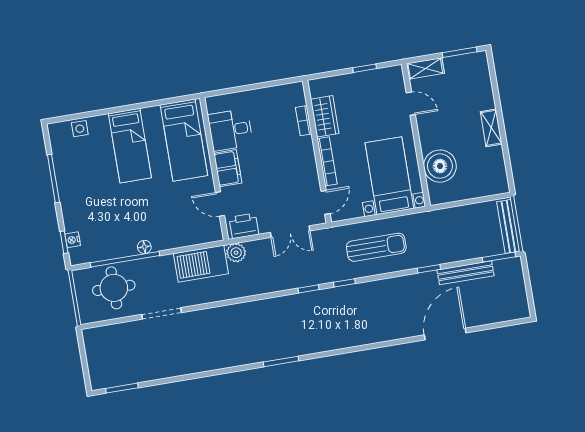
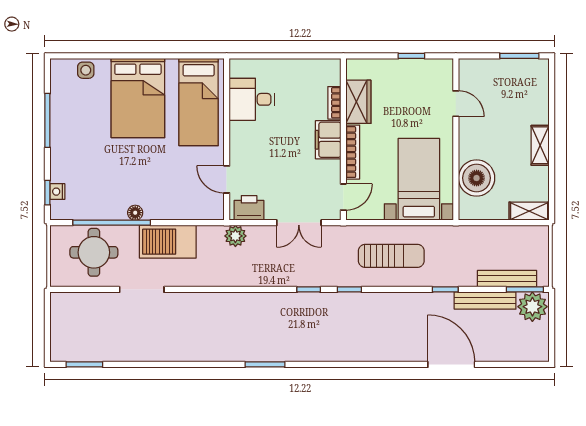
shelving: (425, 68) -> (529, 211), moved
bed: (130, 146) -> (138, 98), width x1.50
filing cabinet: (228, 168) -> (328, 140), moved, turned 180
bench: (508, 226) -> (507, 279), moved, turned 90
barbecue: (201, 264) -> (168, 242), moved
plant: (508, 271) -> (532, 307), added
door: (445, 334) -> (451, 364), hinge flipped

